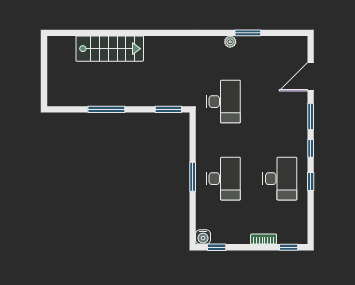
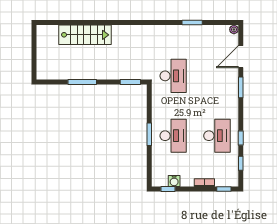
plant: (230, 42) -> (234, 29), moved
window: (311, 148) -> (241, 163), moved
water cooler: (203, 237) -> (174, 181), moved

